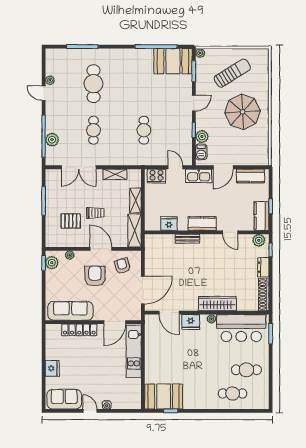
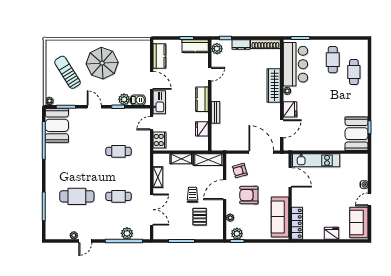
locker: (79, 330) -> (297, 223), moved

